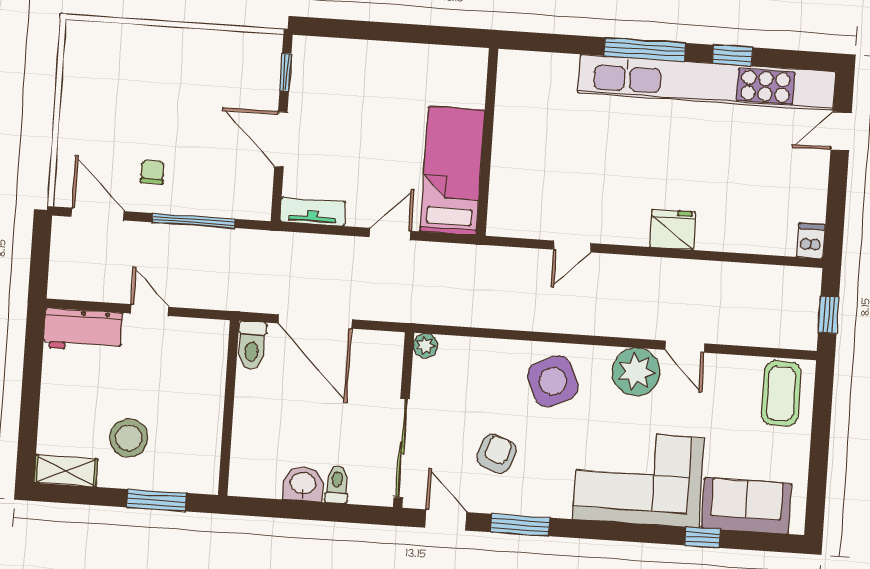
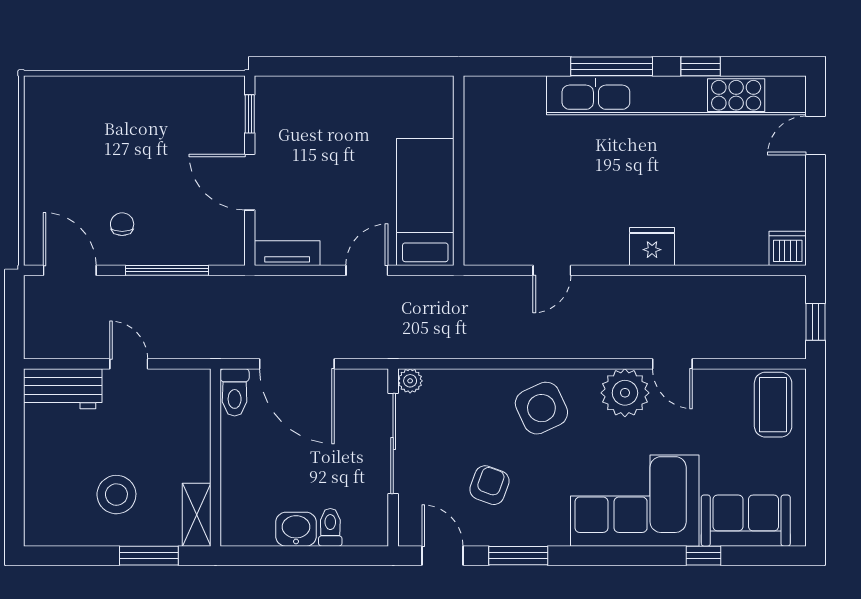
dishwasher: (811, 241) -> (788, 248), width x1.38
sliding door: (402, 448) -> (393, 443), moved
shelving: (66, 471) -> (197, 515), moved, turned 90

